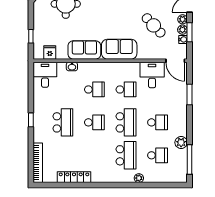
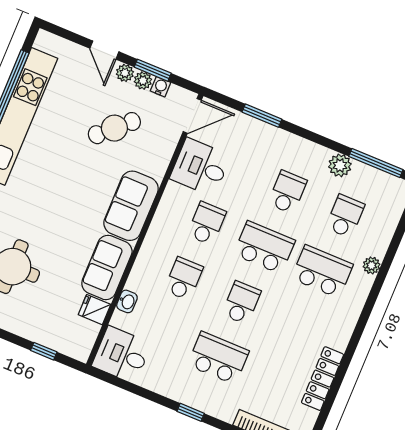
fridge: (50, 52) -> (95, 310), moved

